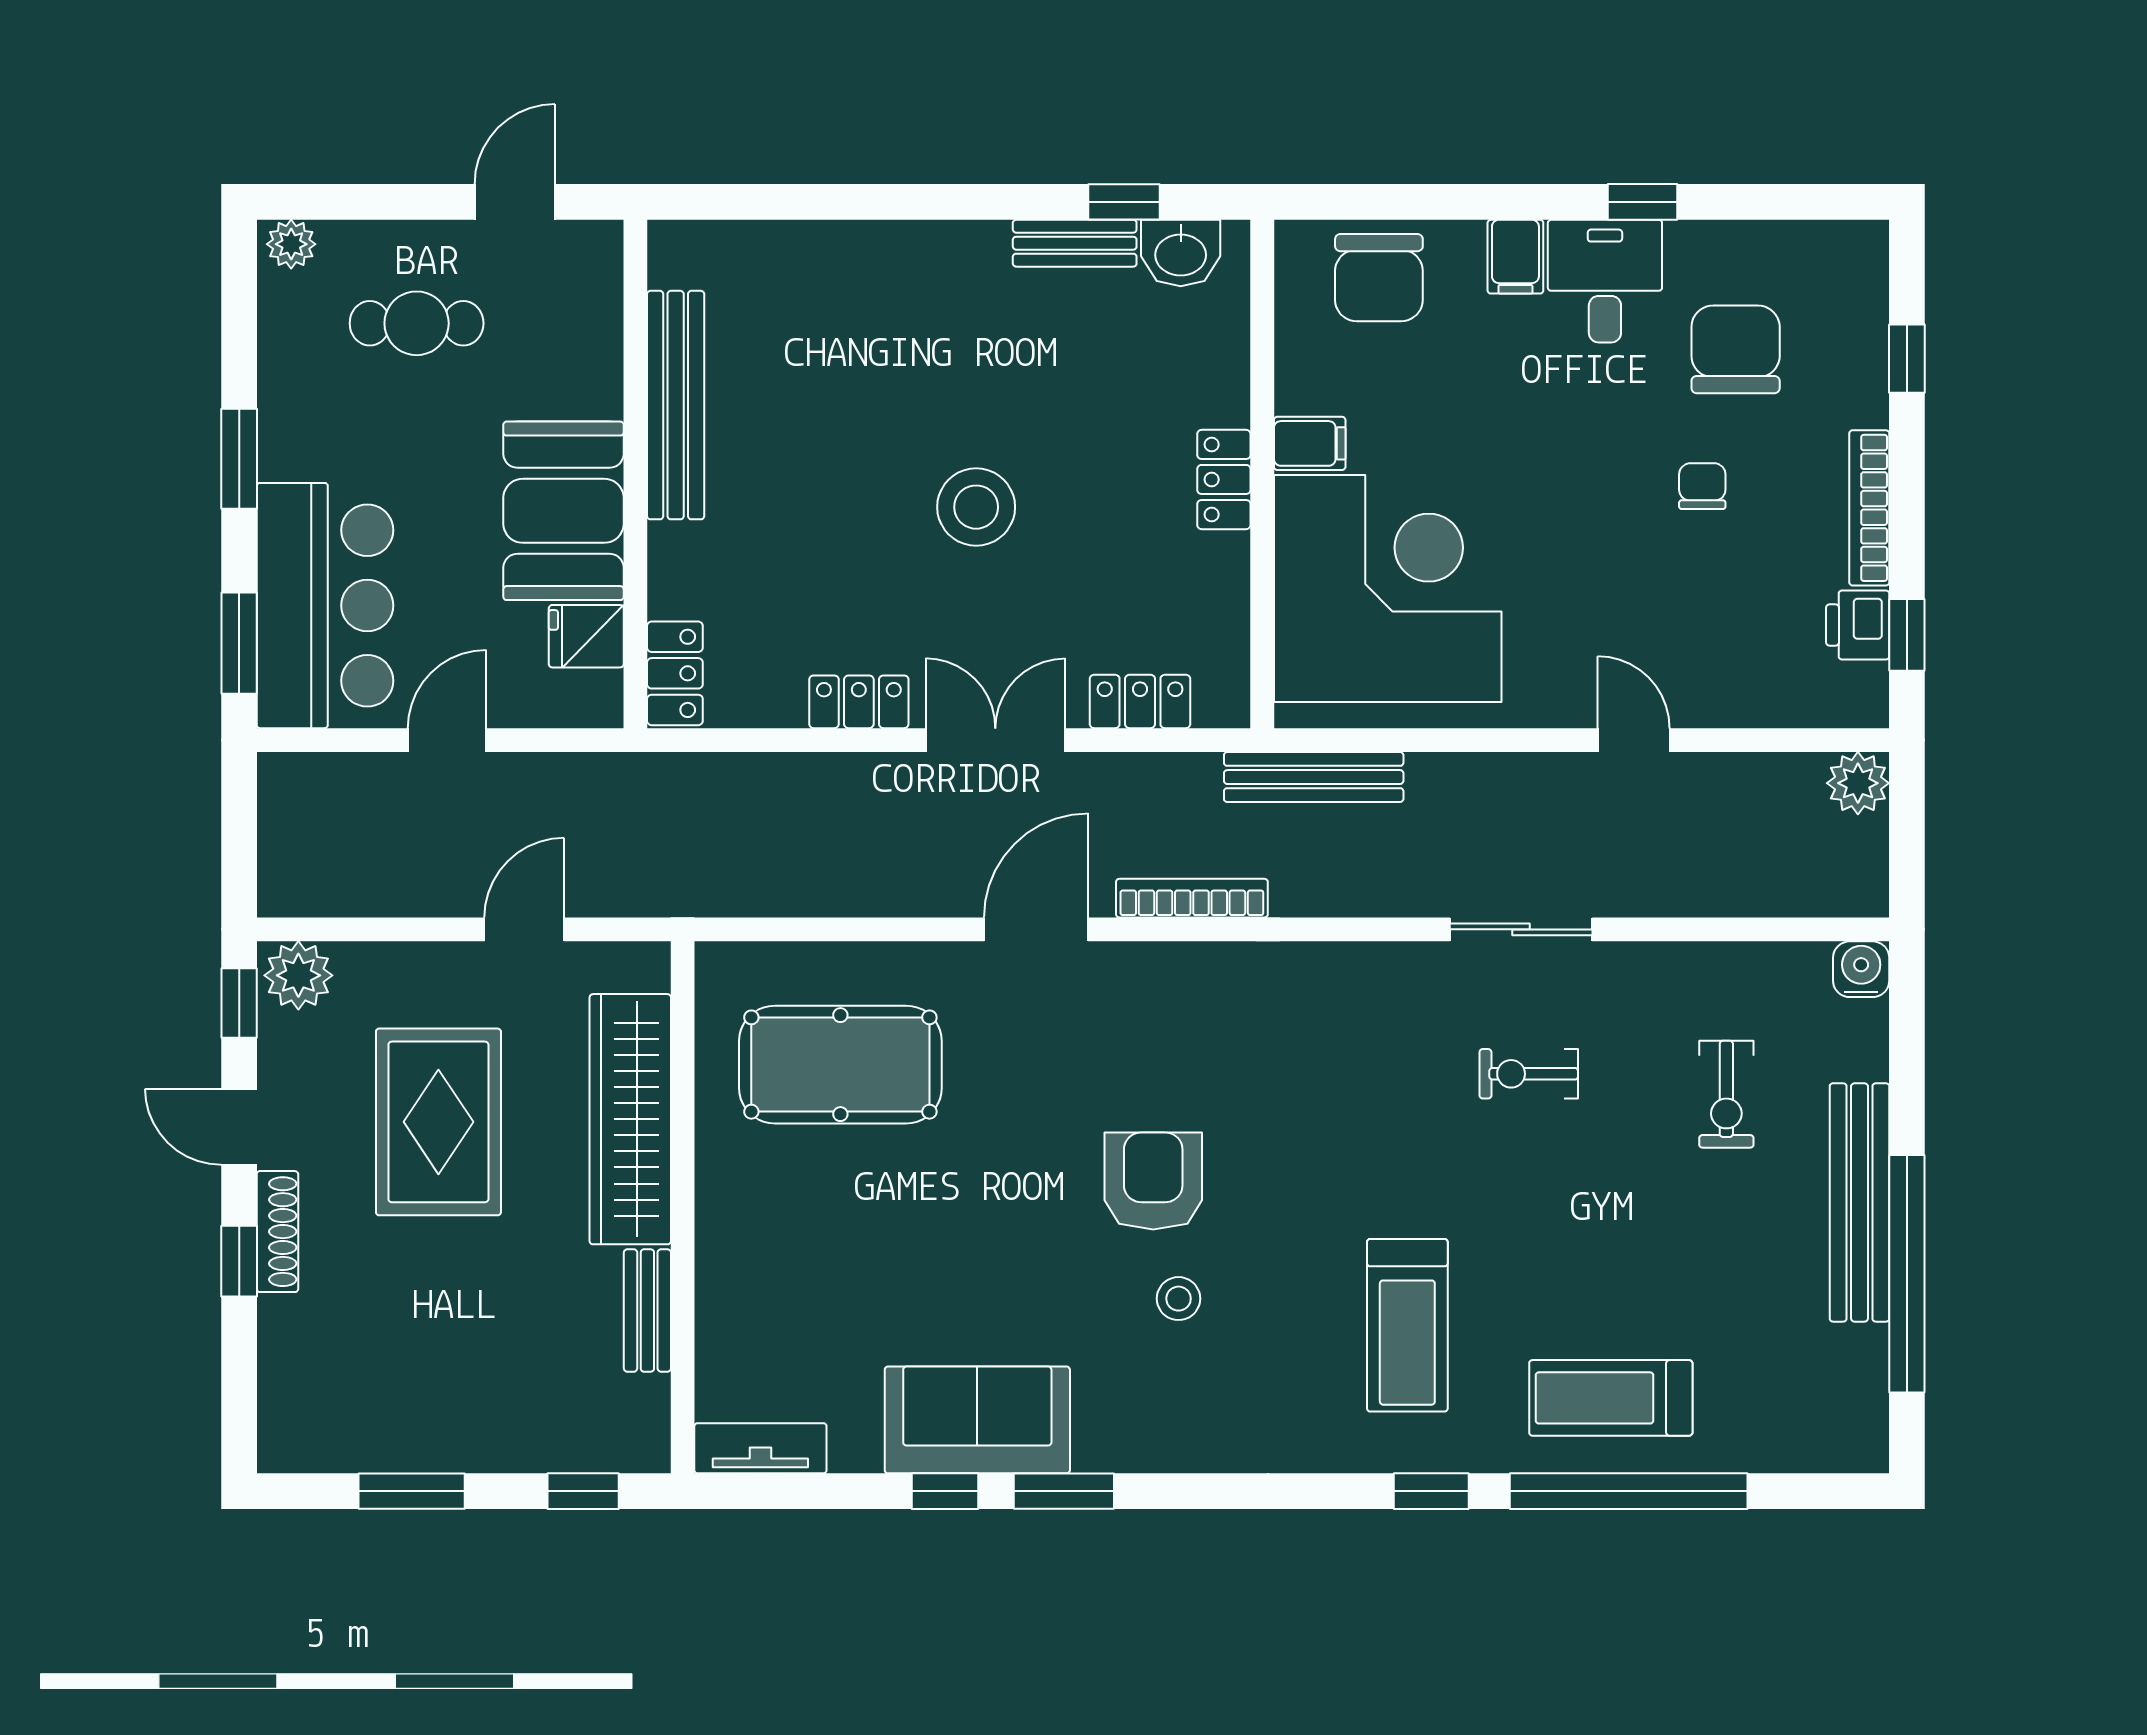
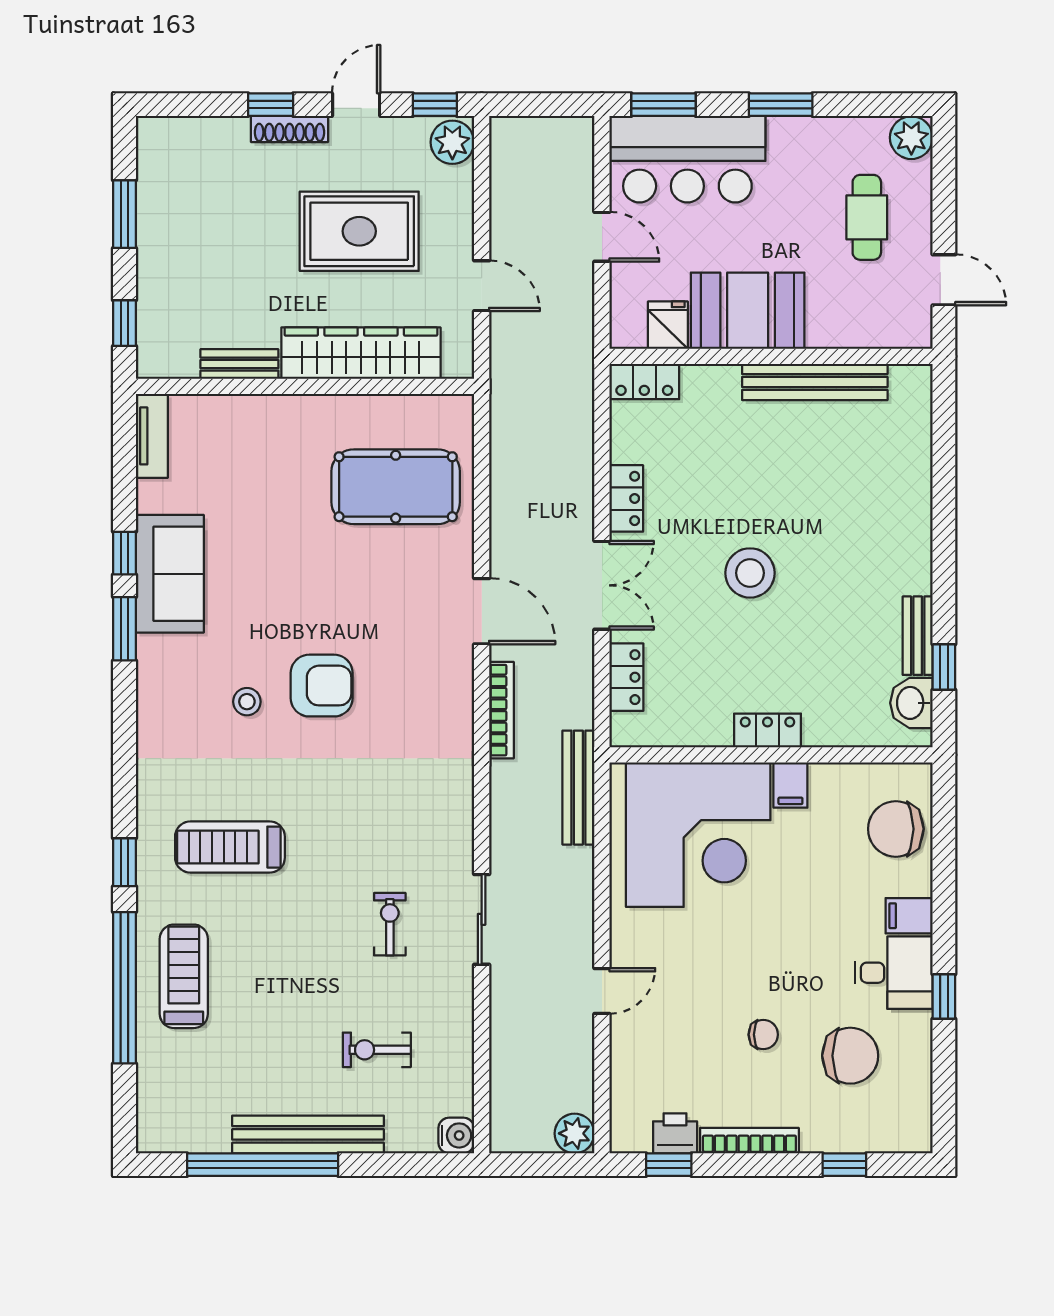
plant: (291, 244) -> (911, 138), width x1.38, depth x1.38
pool table: (840, 1065) -> (396, 487), turned 90

